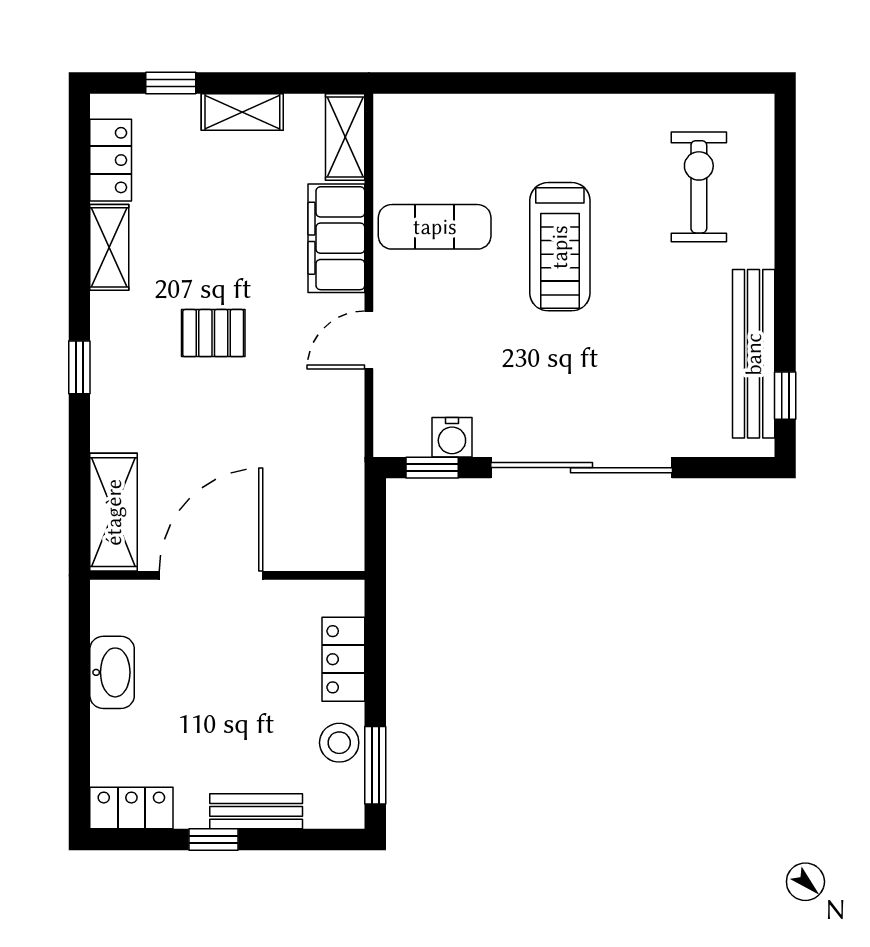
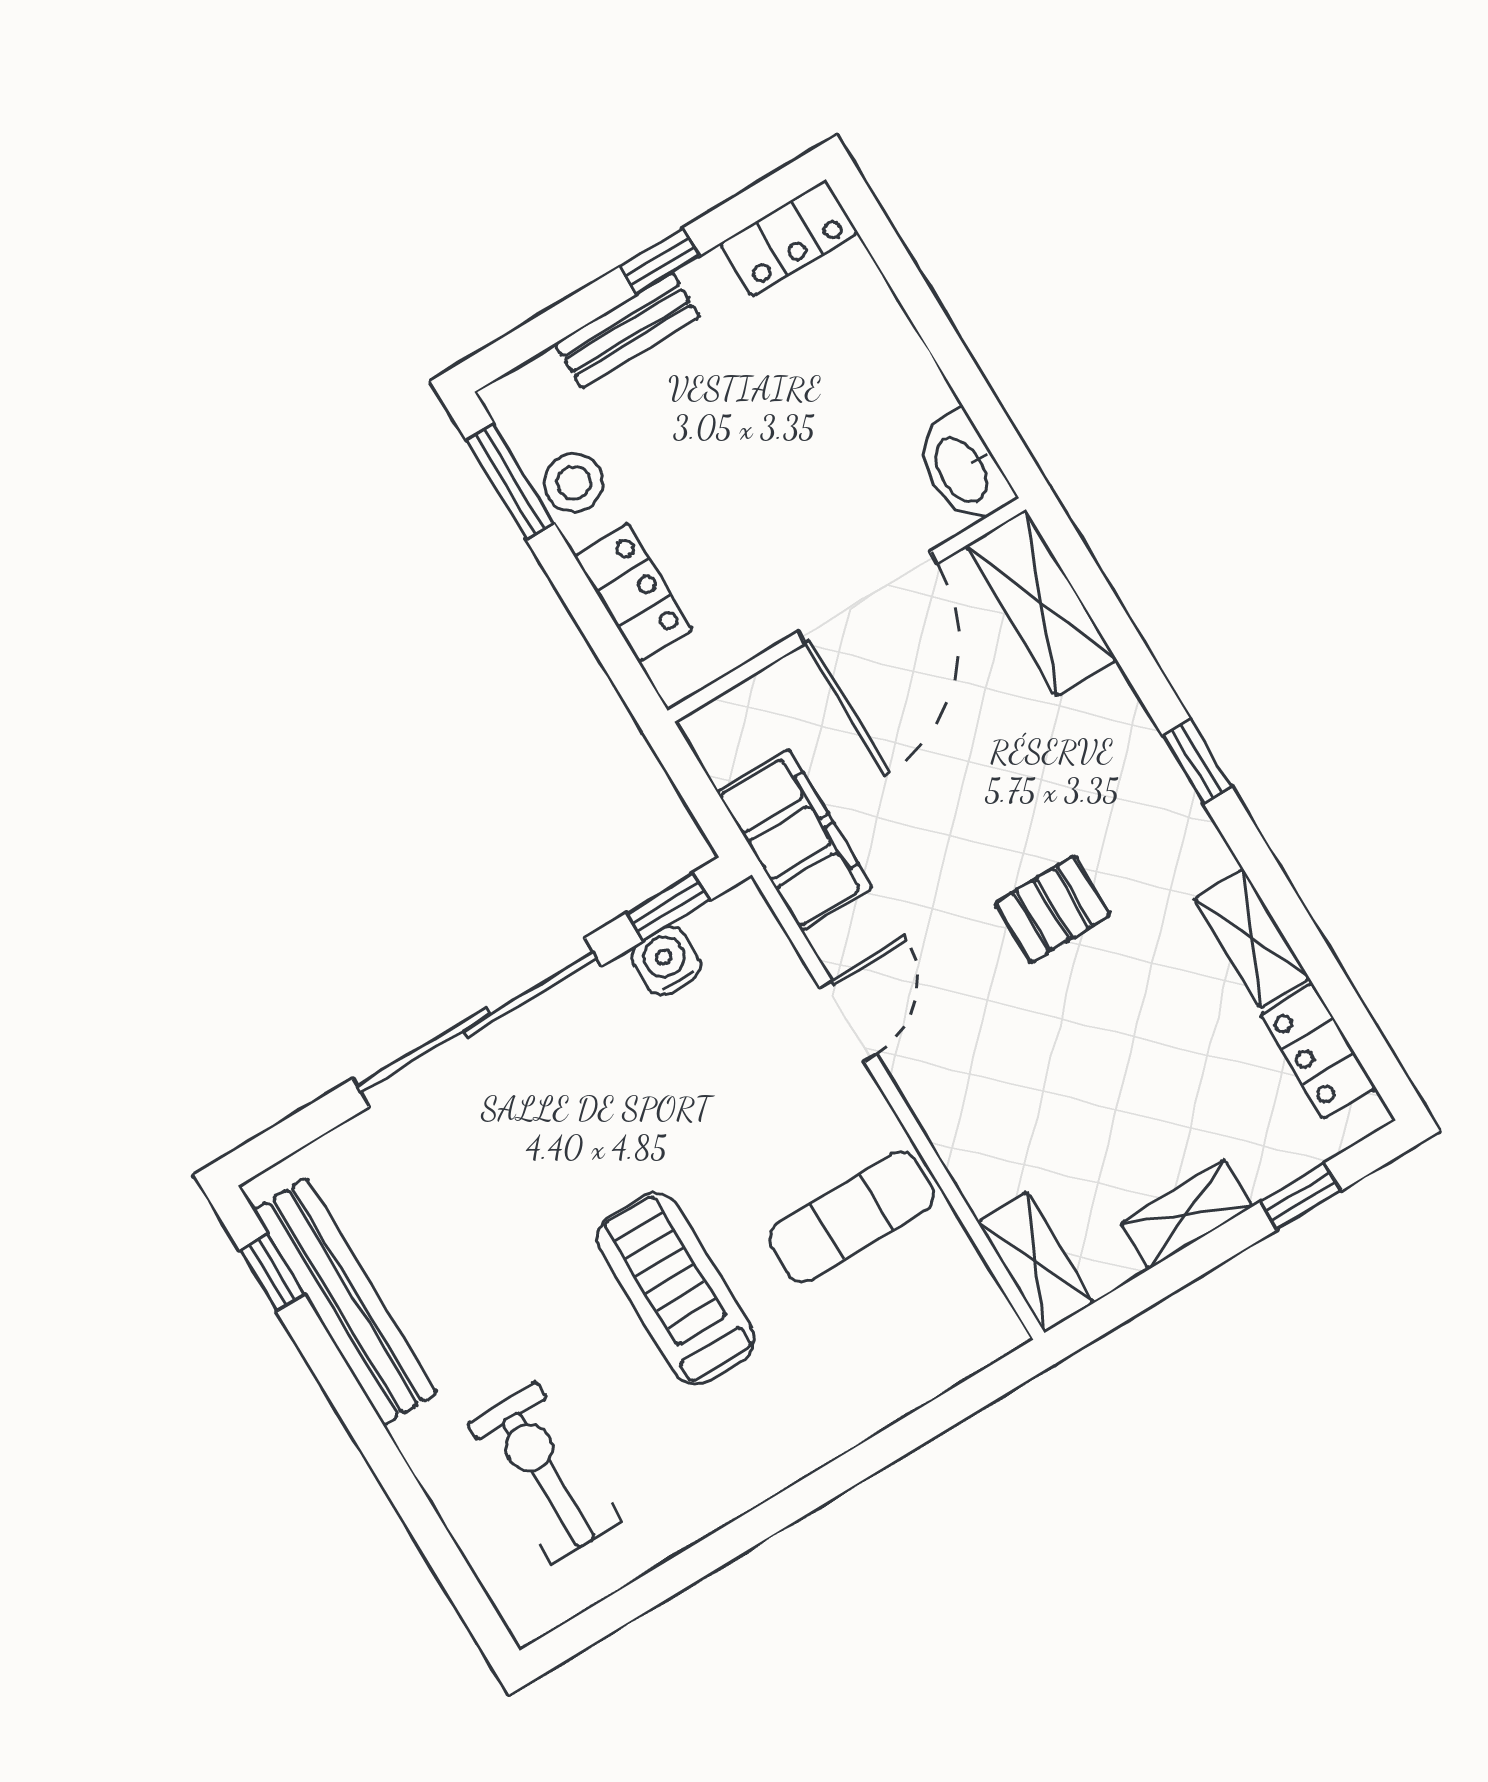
exercise bike: (699, 187) -> (544, 1473), turned 180
filing cabinet: (336, 238) -> (795, 840), moved
washbasin: (112, 672) -> (963, 469), moved

